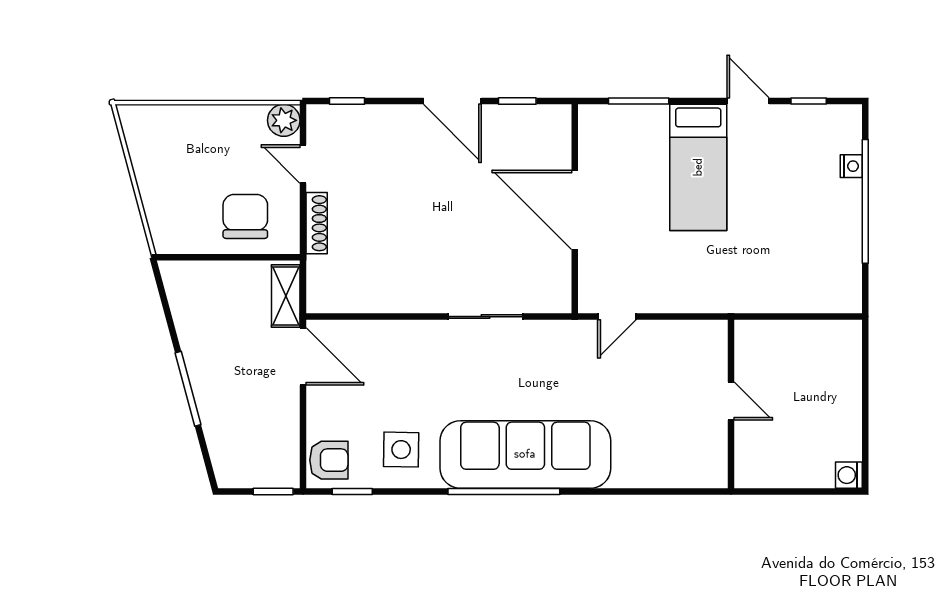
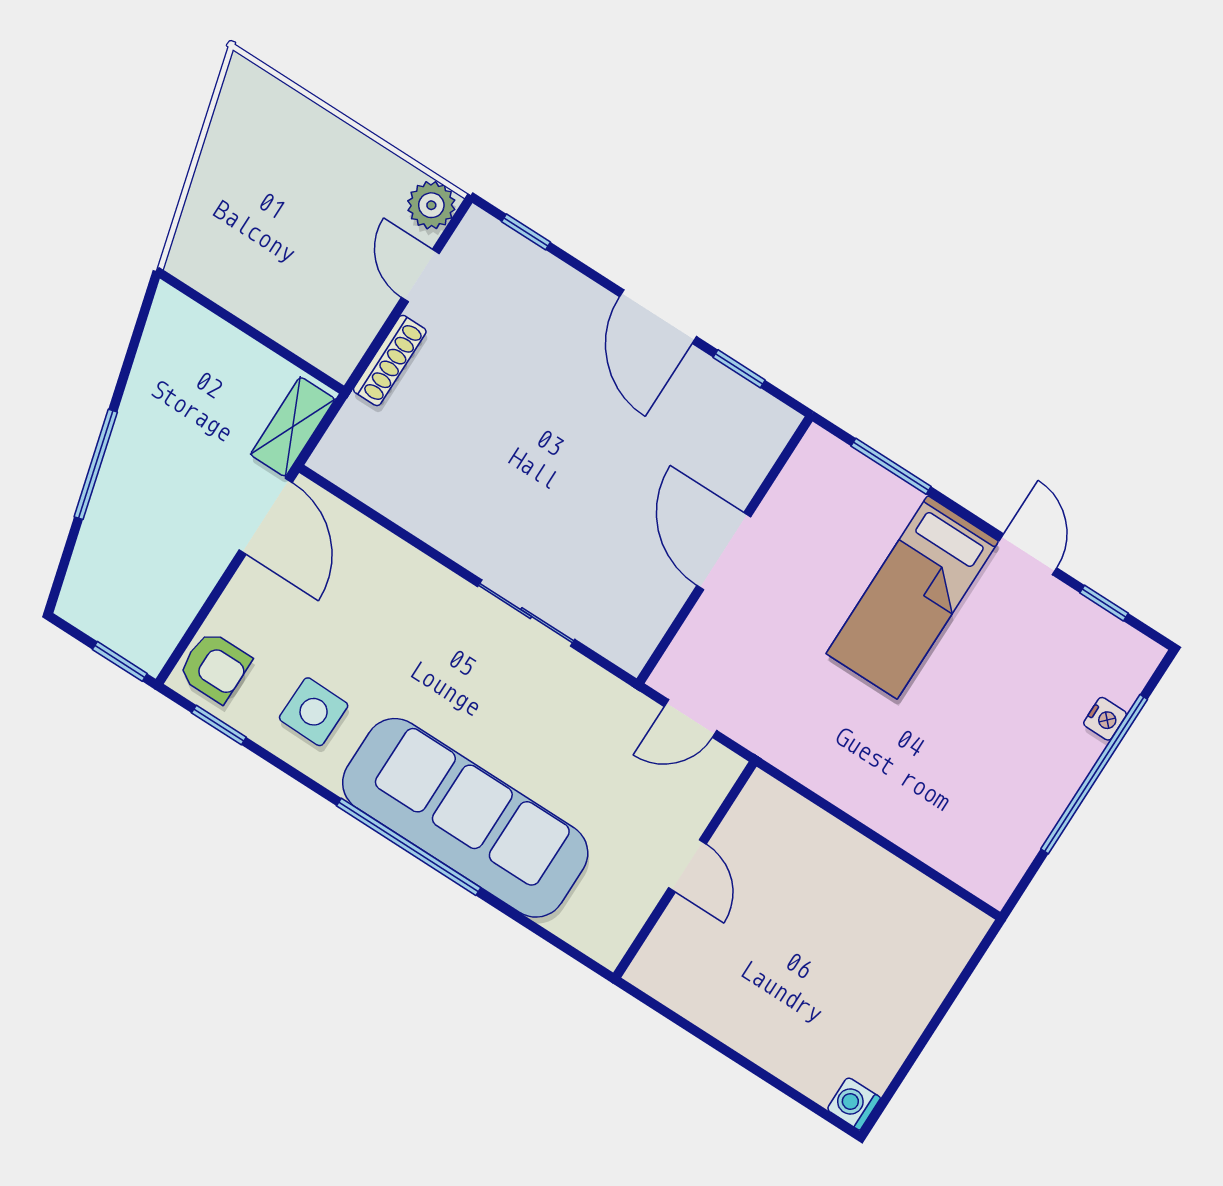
door: (575, 210) -> (724, 551), width x0.73
chair: (245, 216) -> (306, 295), removed
door: (731, 401) -> (687, 866), moved
wall: (731, 404) -> (685, 870), moved

